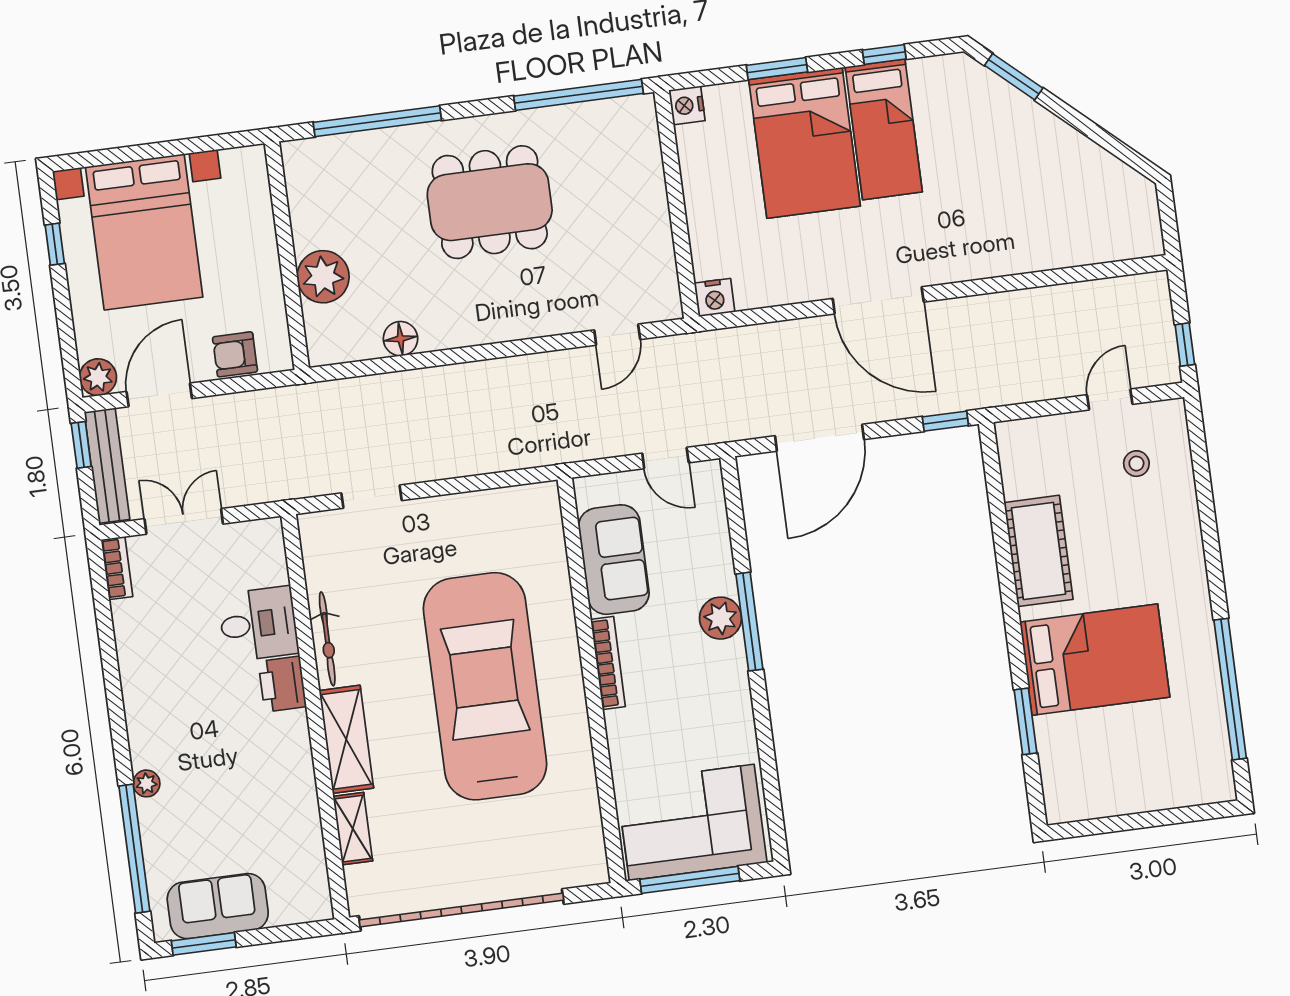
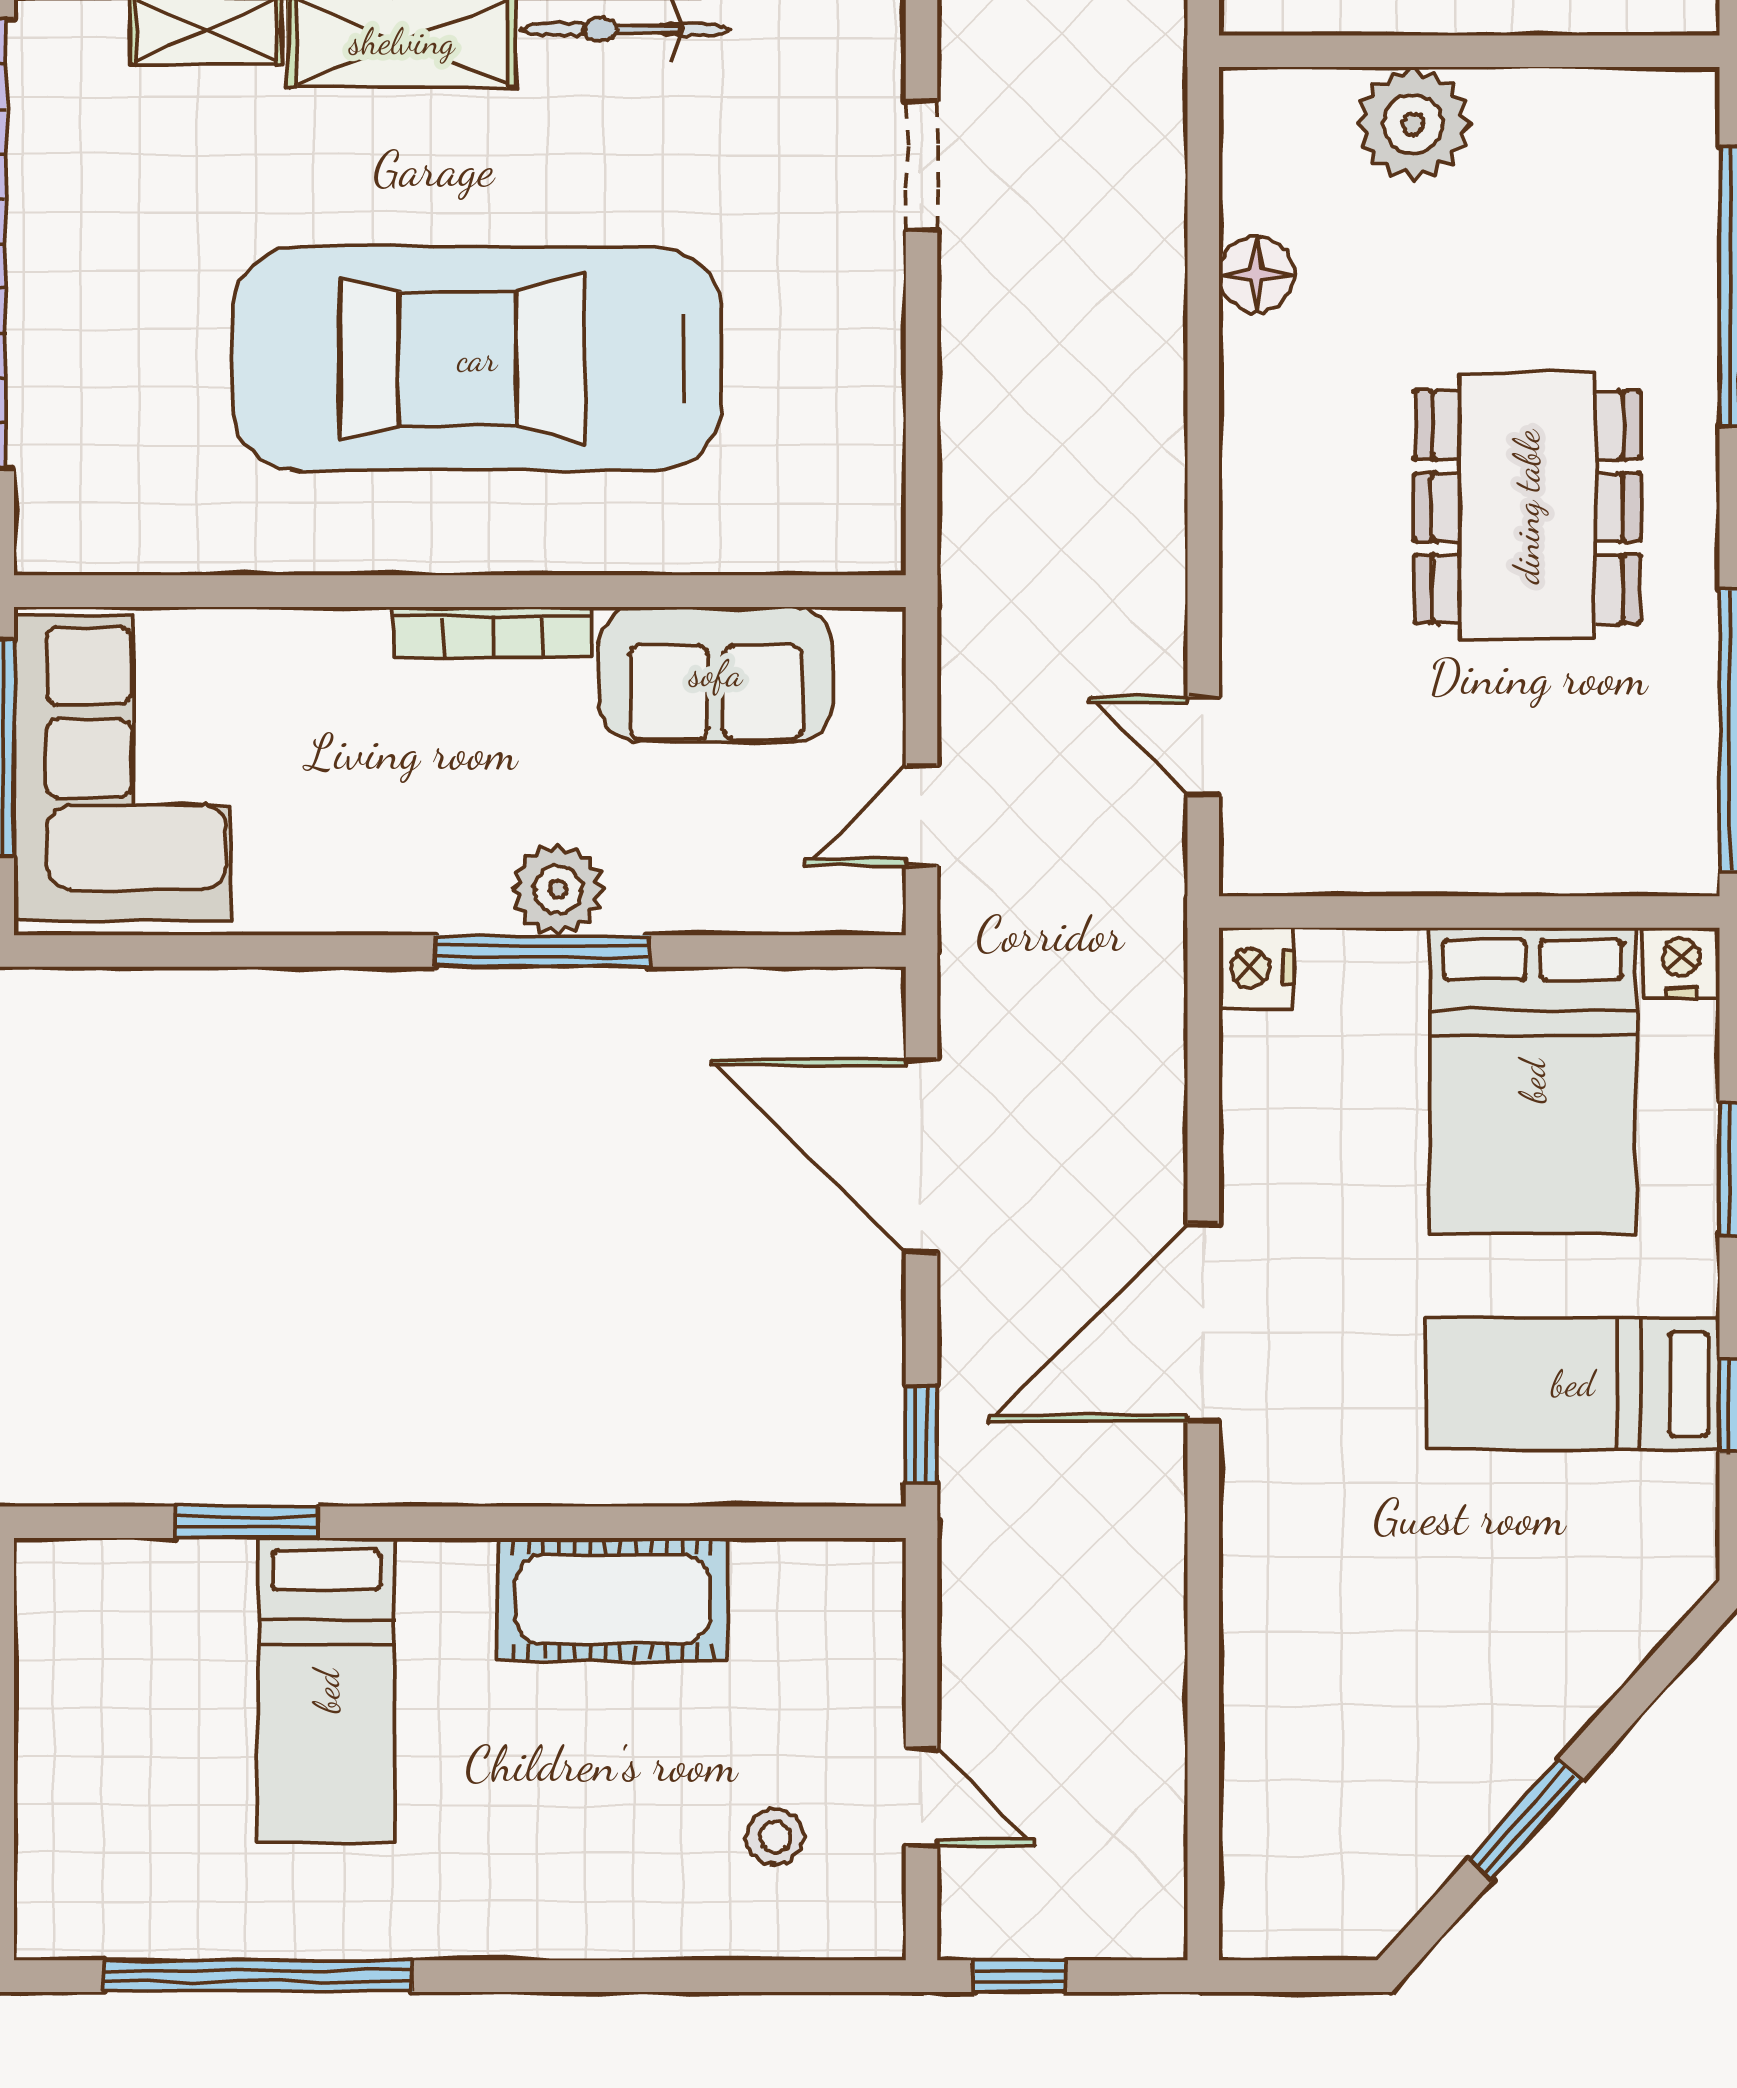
window: (1014, 77) -> (1525, 1820), moved
bed: (804, 143) -> (1533, 1081), moved, turned -90
bed: (1095, 660) -> (327, 1691), width x0.67
car: (485, 686) -> (477, 359), turned 180

